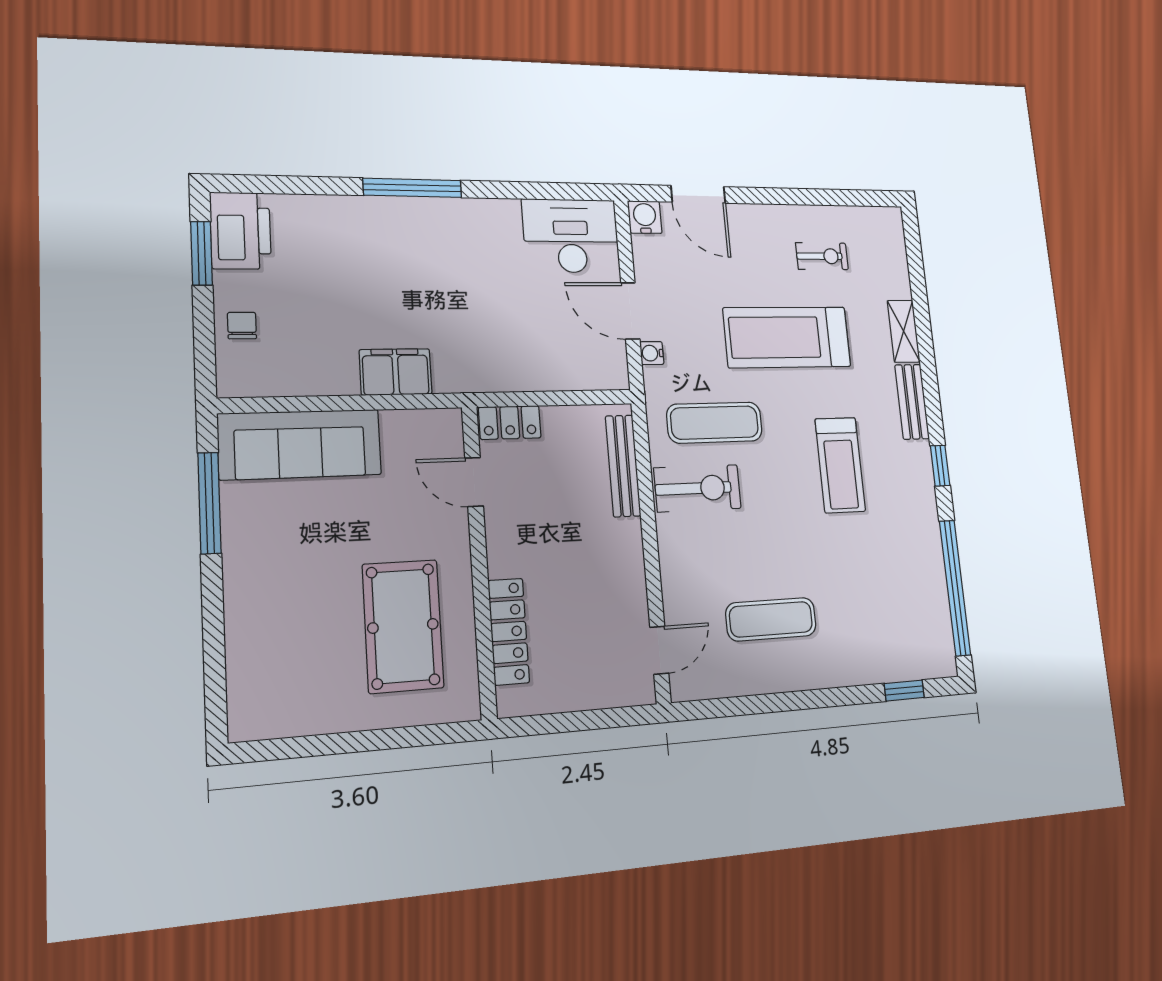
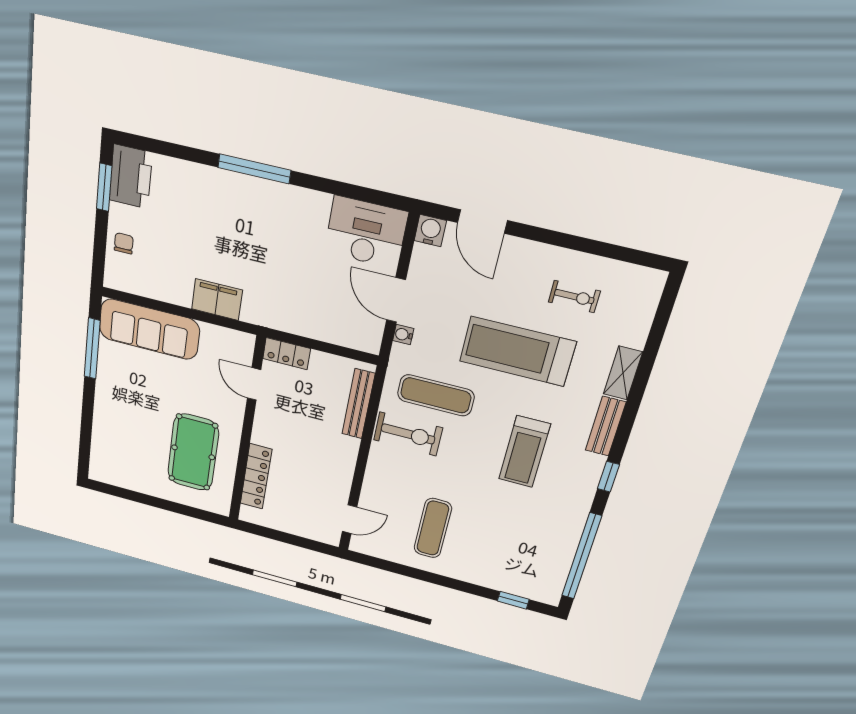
exercise mat: (771, 619) -> (433, 528), turned 90

